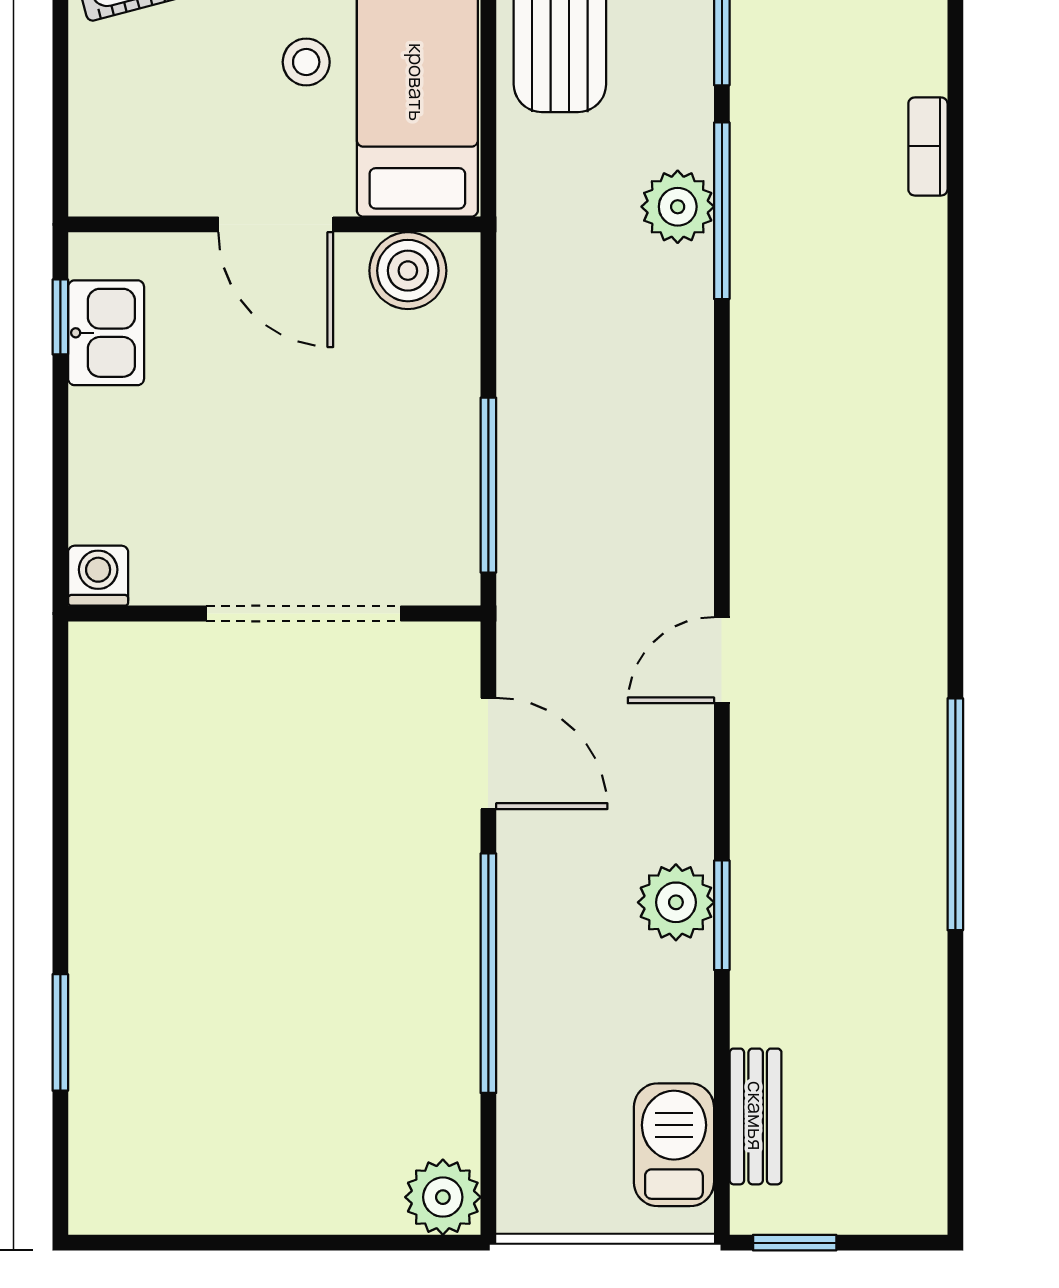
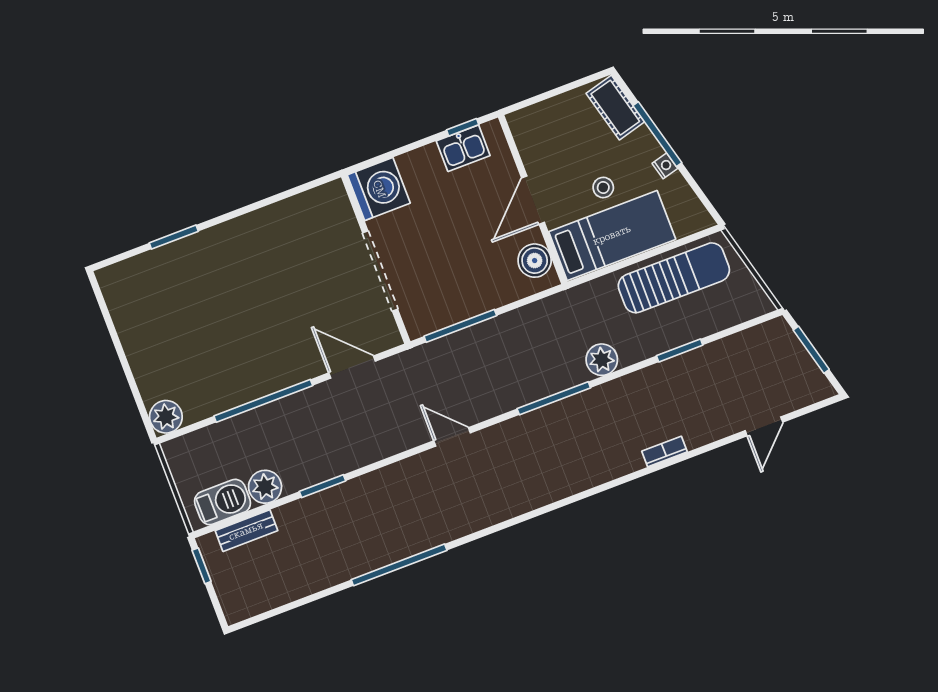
window: (722, 211) -> (554, 398), moved
washing machine: (98, 576) -> (379, 189), width x1.89, depth x1.89
door: (722, 660) -> (452, 437), moved
door: (488, 753) -> (352, 367), swing flipped
plant: (676, 902) -> (265, 487), moved

